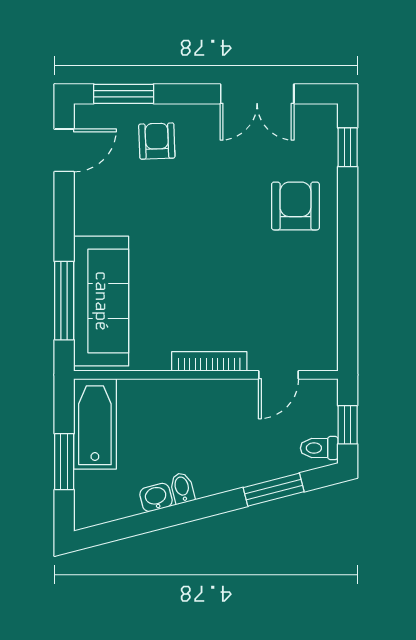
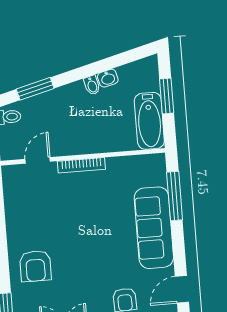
sofa: (101, 301) -> (154, 228), moved

